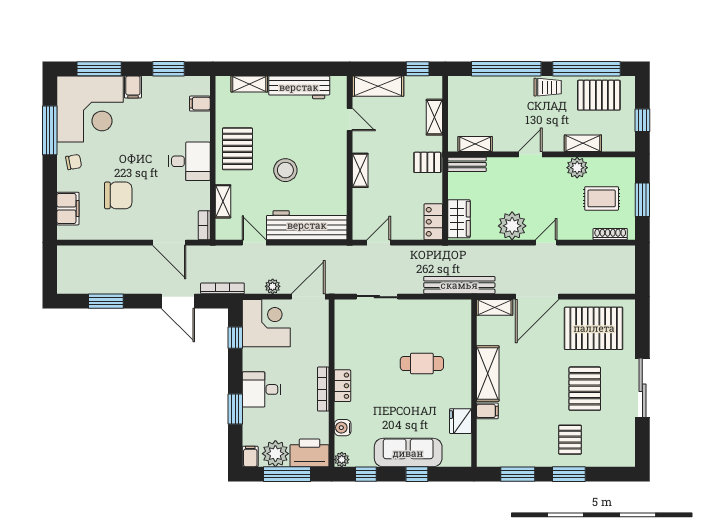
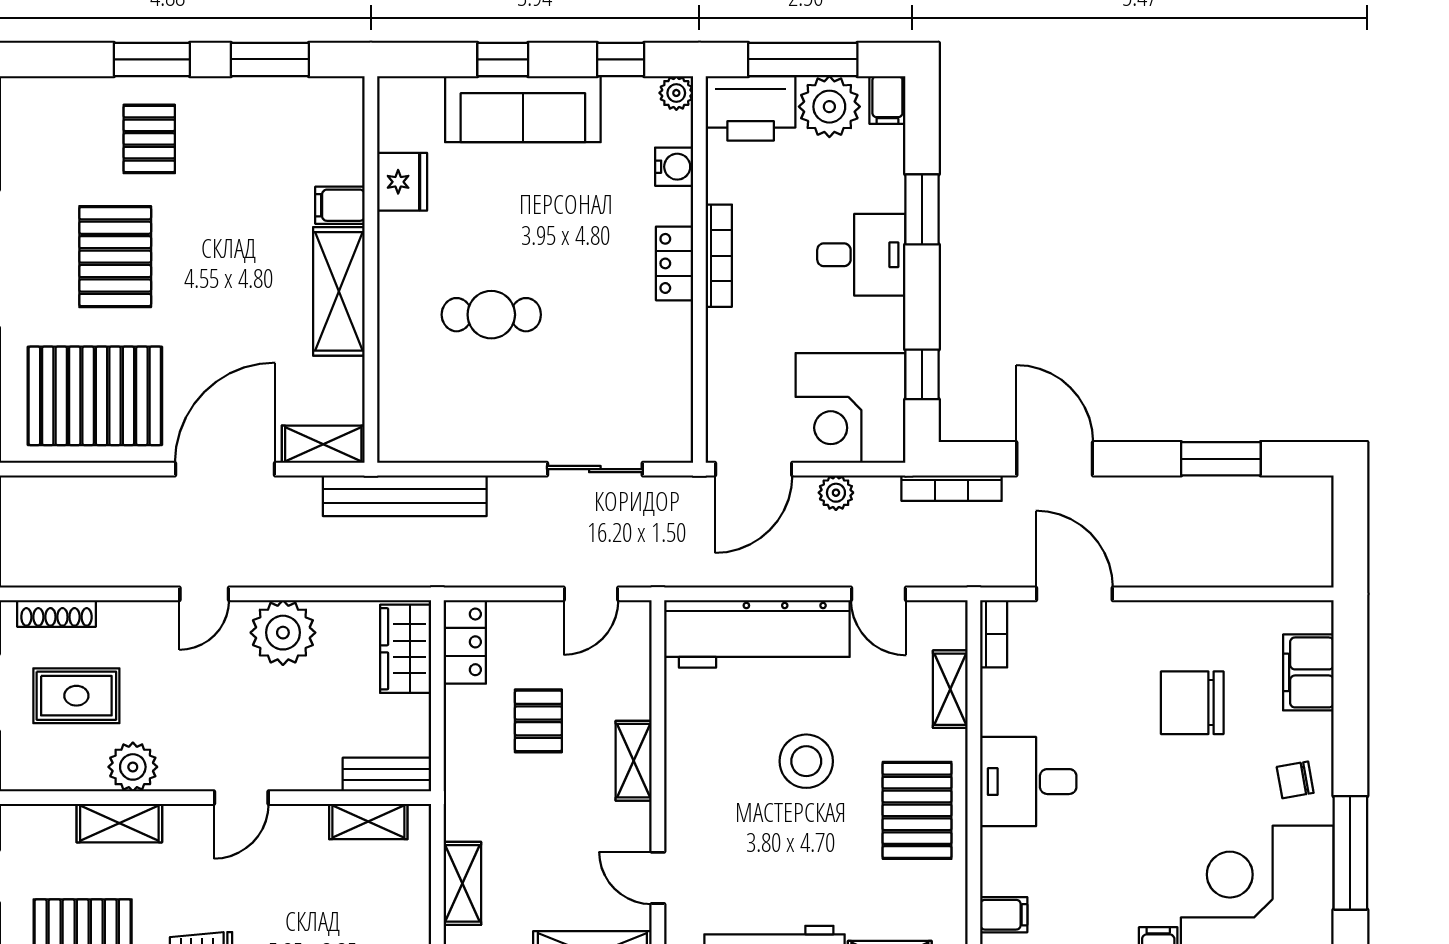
pallet: (427, 162) -> (538, 721), moved, turned 90

